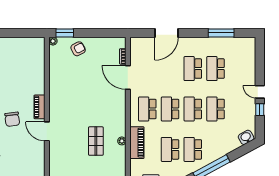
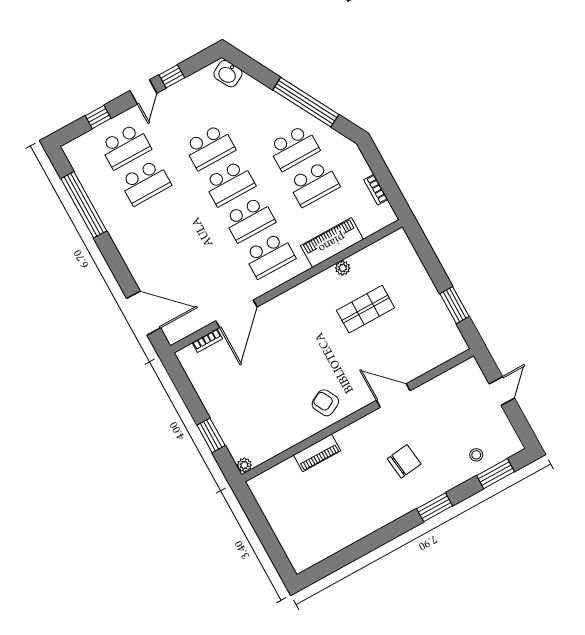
window: (65, 33) -> (211, 435), moved
door: (167, 33) -> (144, 313), moved
window: (221, 33) -> (84, 205), width x1.46
armchair: (78, 49) -> (325, 403), moved
window: (260, 63) -> (98, 117), added
school desk: (193, 69) -> (125, 146), moved
piano: (39, 107) -> (317, 453), moved
door: (47, 131) -> (393, 396), swing flipped

